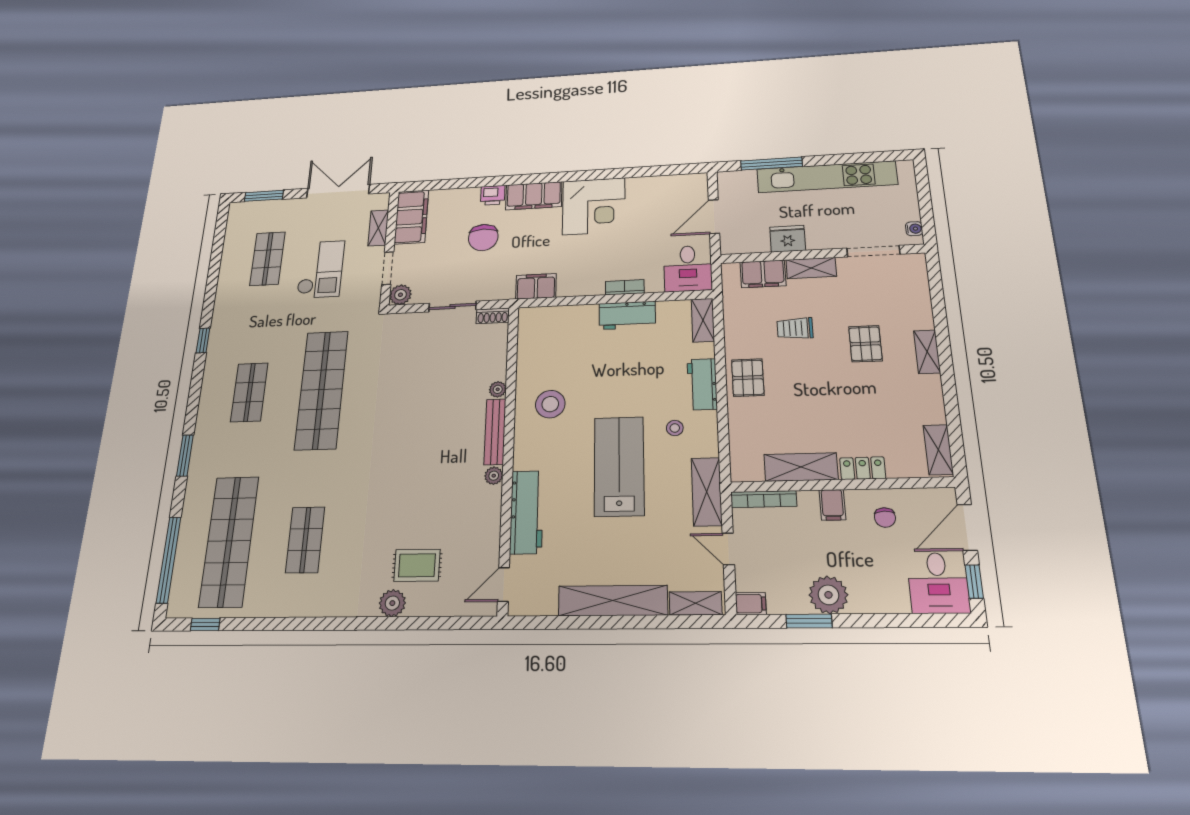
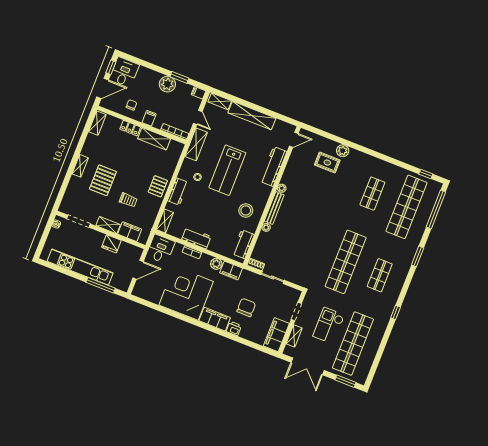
corner desk: (594, 206) -> (186, 293), width x1.36, depth x1.36
shop shelf: (268, 259) -> (353, 344), width x2.00, depth x1.36
plant: (400, 295) -> (216, 264), moved
workbench: (531, 341) -> (243, 244), added
pallet: (865, 344) -> (103, 180), width x1.50, depth x1.42

